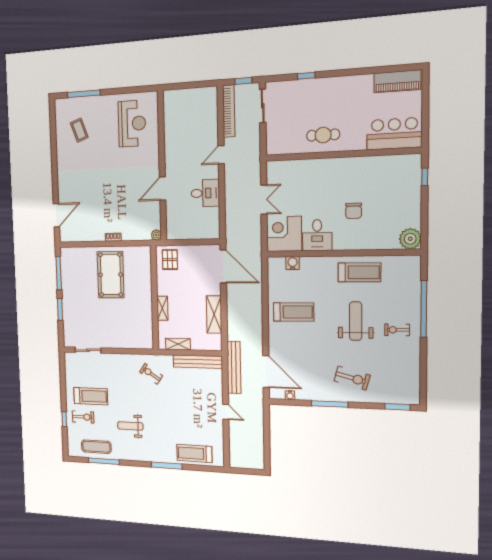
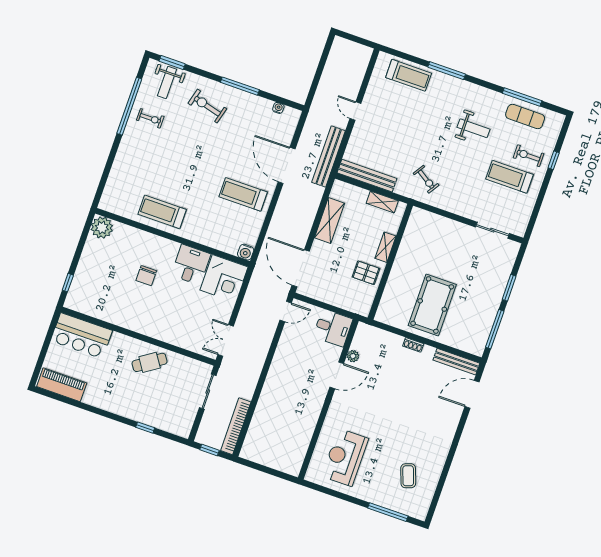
sliding door: (263, 106) -> (208, 392), moved
cafe table: (323, 135) -> (150, 362), turned -34
door: (221, 155) -> (286, 312), moved
desk: (205, 193) -> (333, 328), moved, turned 180
double door: (264, 200) -> (226, 340), moved
chair: (354, 211) -> (146, 276), turned 180
plant: (156, 235) -> (353, 356), moved
bench: (77, 237) -> (456, 362), added
pallet: (170, 260) -> (366, 273), moved, turned 90
water cooler: (293, 263) -> (246, 252), moved
window: (424, 309) -> (129, 106), moved
weight bench: (356, 321) -> (167, 82), moved, width x0.73, depth x0.75
exercise bike: (397, 330) -> (150, 118), moved
door: (266, 372) -> (287, 165), moved

